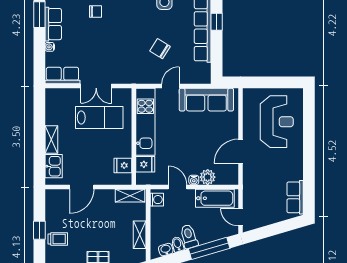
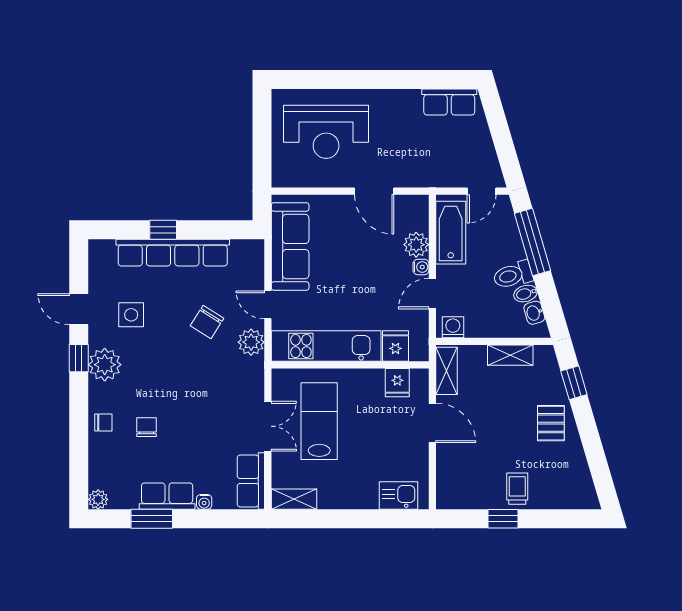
plant: (148, 76) -> (251, 342), added
reception desk: (277, 122) -> (326, 132), turned 180
shelving: (51, 139) -> (294, 499), moved
door: (82, 187) -> (432, 423), moved

